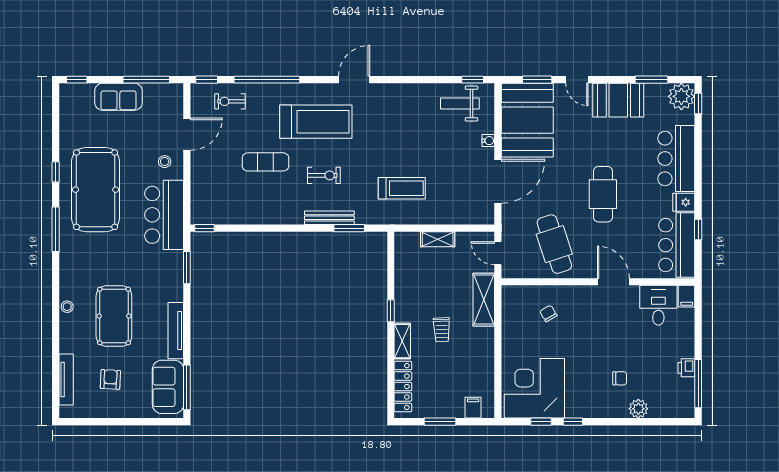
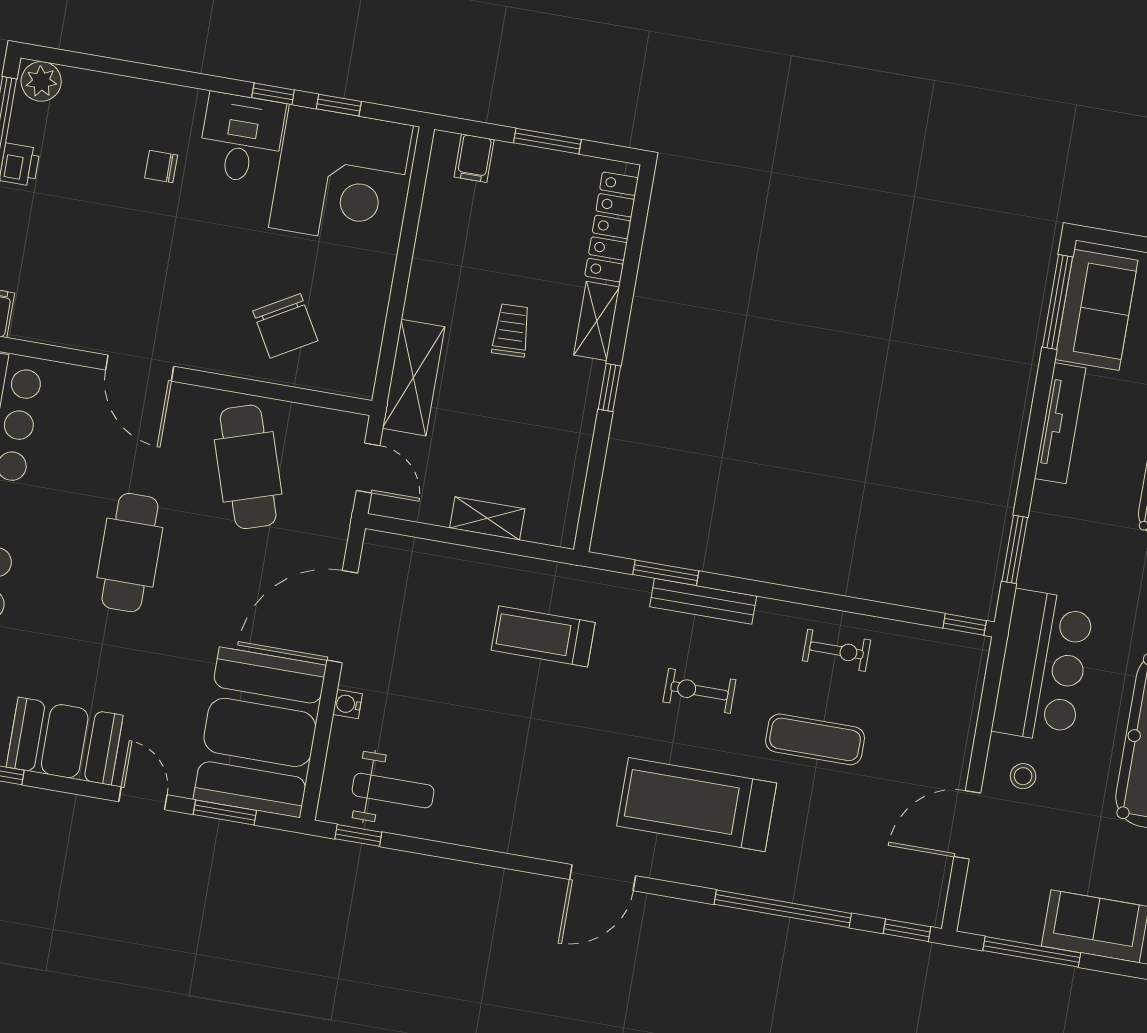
exercise bike: (230, 101) -> (837, 650), moved
desk: (658, 305) -> (241, 138), moved, turned 180
chair: (548, 313) -> (285, 326), width x1.87, depth x1.87
plant: (638, 409) -> (41, 81), moved

